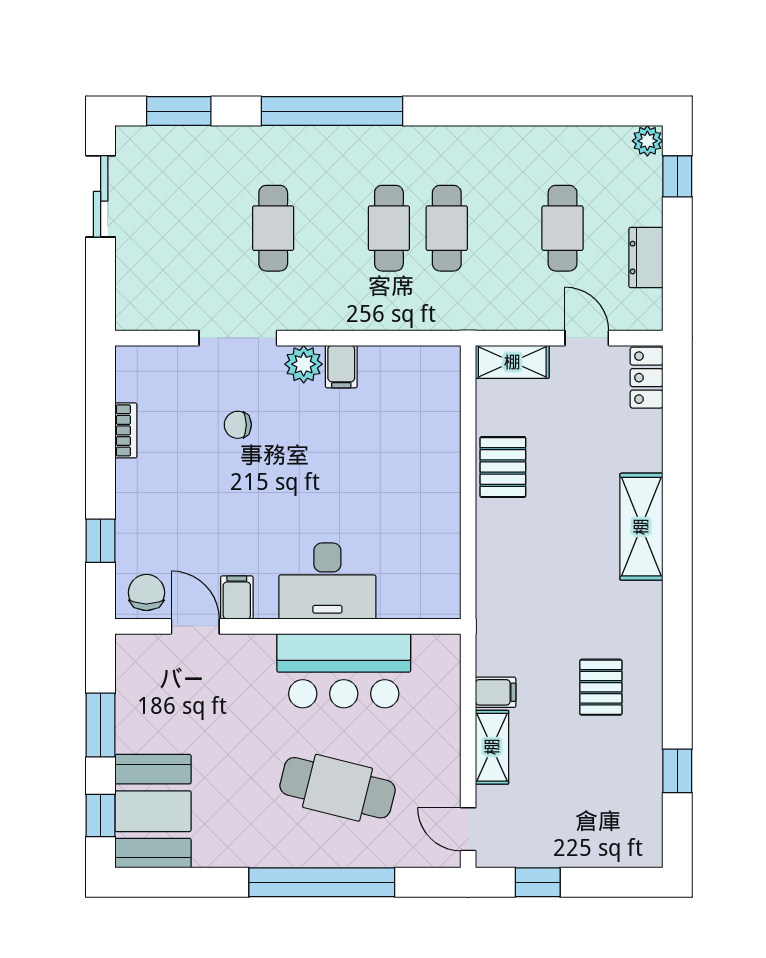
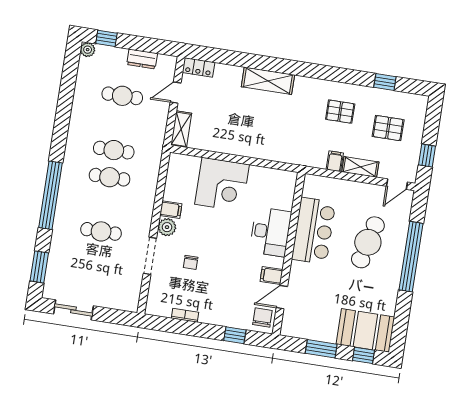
corner desk: (411, 465) -> (222, 184), added
pallet: (503, 467) -> (388, 128), moved
chair: (146, 593) -> (262, 317), turned 90

